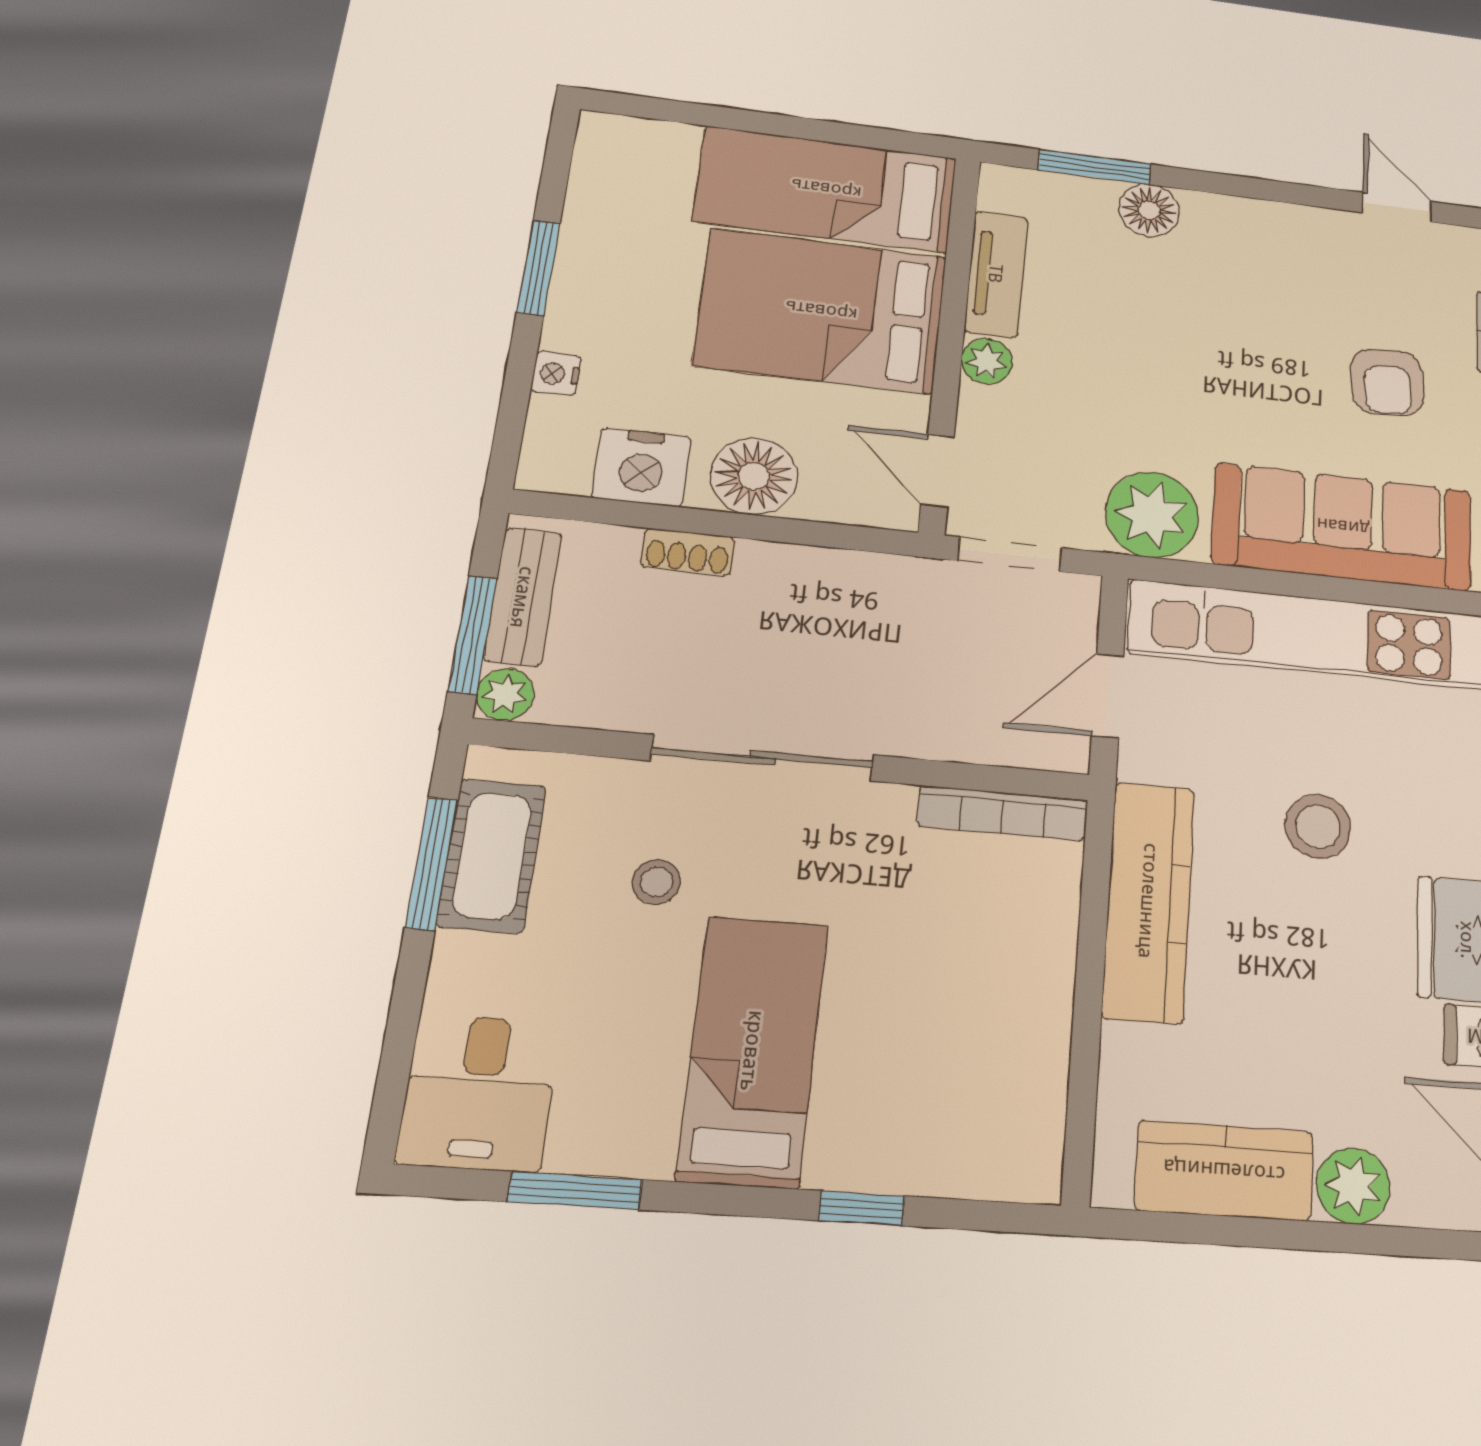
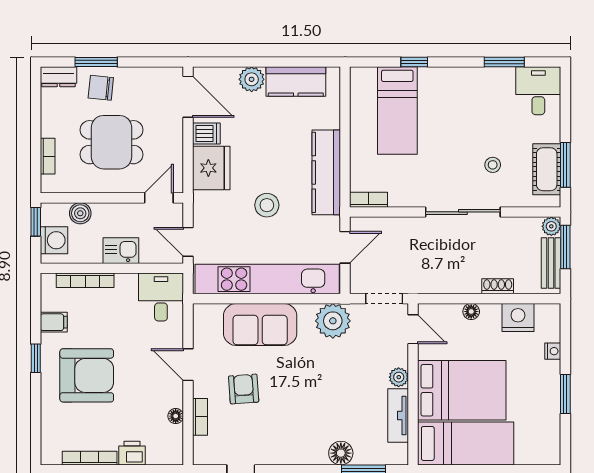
floor lamp: (754, 476) -> (471, 312), width x0.53, depth x0.53
sofa: (1343, 527) -> (260, 324), width x0.73
bookcase: (1003, 813) -> (369, 200), width x0.64
bed: (753, 1051) -> (397, 110), moved

